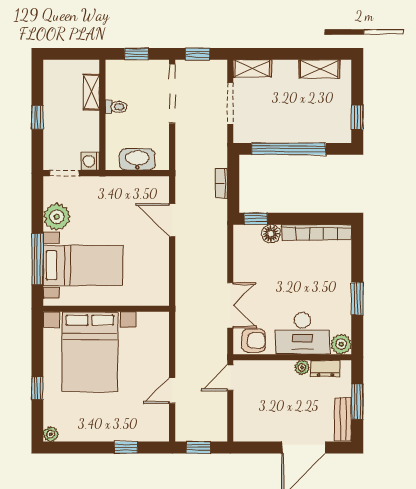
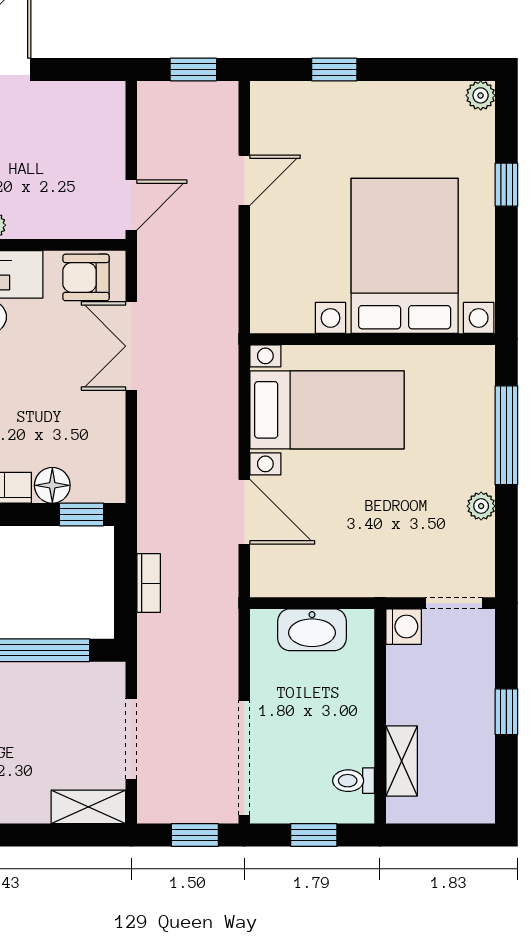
toilet: (116, 107) -> (354, 781), moved
plant: (57, 217) -> (481, 506), width x0.53, depth x0.53
bed with nightstands: (83, 265) -> (327, 410), moved, turned 180

